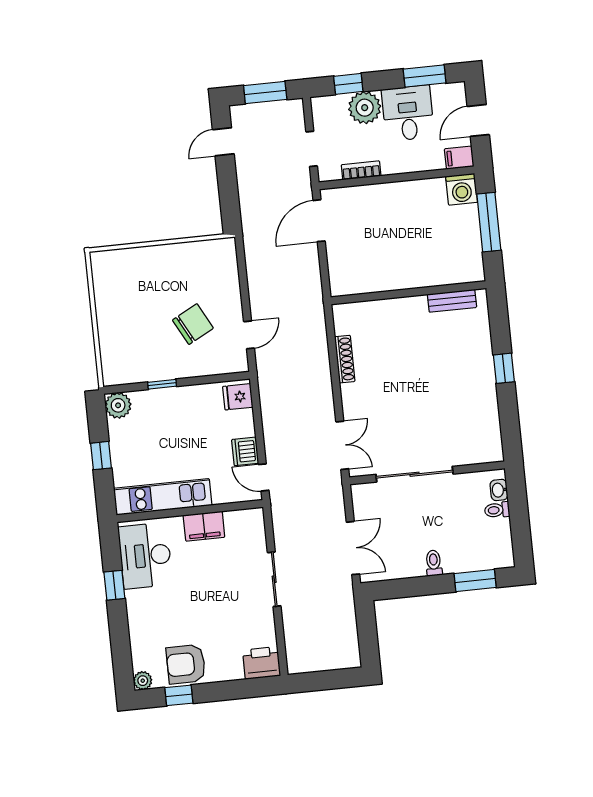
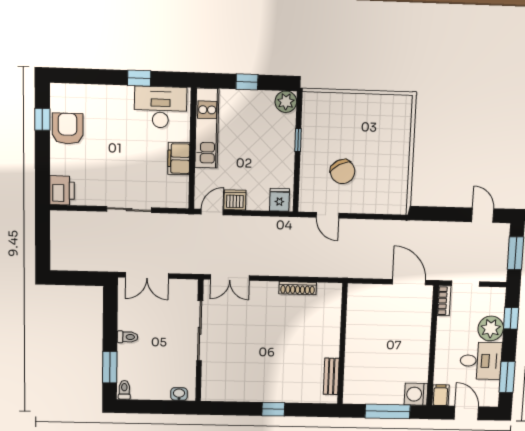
bookcase: (361, 170) -> (444, 301), moved
toilet: (497, 510) -> (124, 390), moved
plant: (143, 681) -> (58, 91), removed

